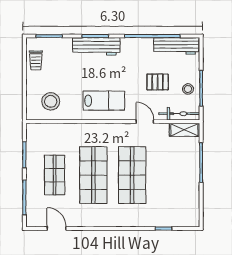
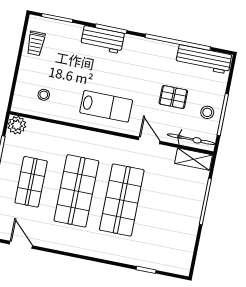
workbench: (96, 46) -> (102, 40), width x0.73
stool: (51, 101) -> (44, 95), width x0.53, depth x0.53
plant: (34, 131) -> (17, 125), added

